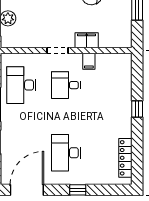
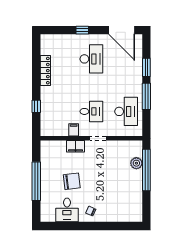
window: (137, 109) -> (36, 106), moved
locker: (125, 158) -> (45, 71), moved
door: (27, 190) -> (122, 30), hinge flipped

